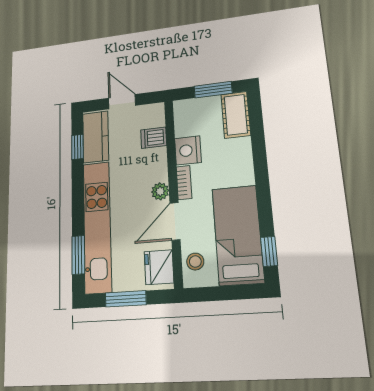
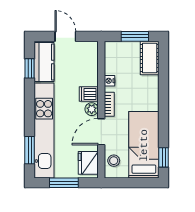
dishwasher: (154, 138) -> (89, 94), moved
nightstand: (188, 150) -> (109, 81), width x0.53, depth x0.56

